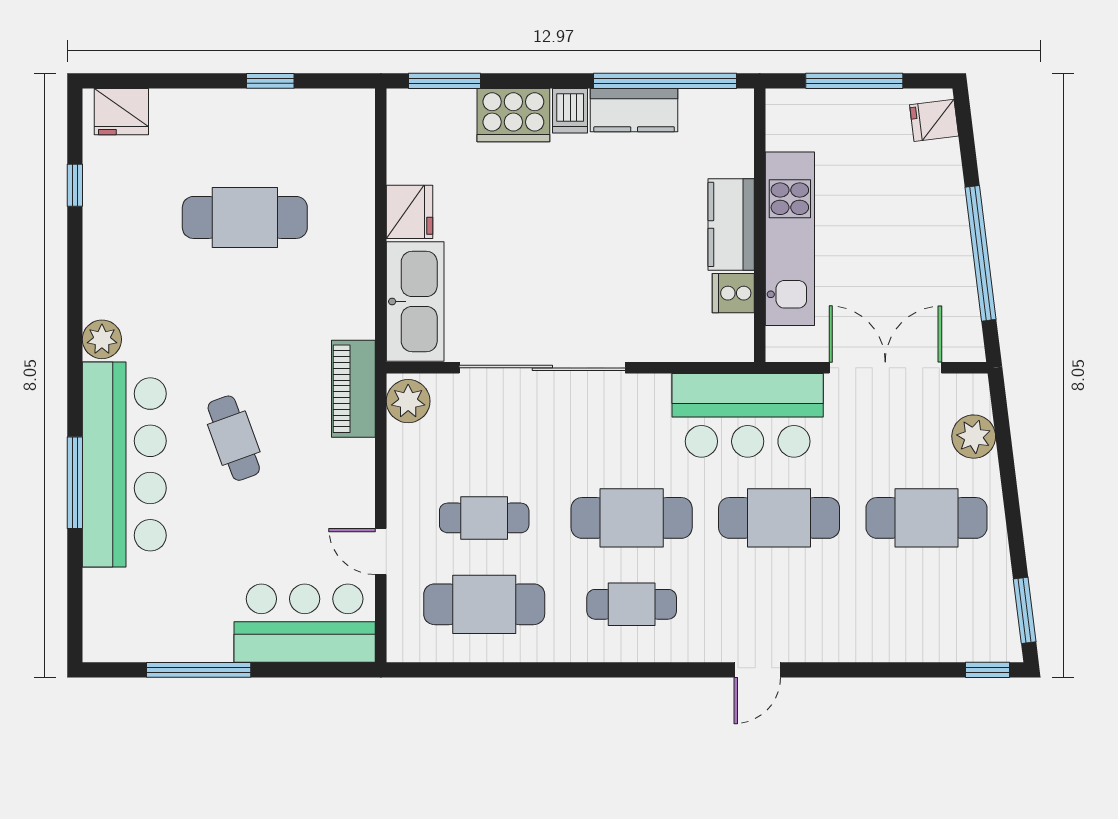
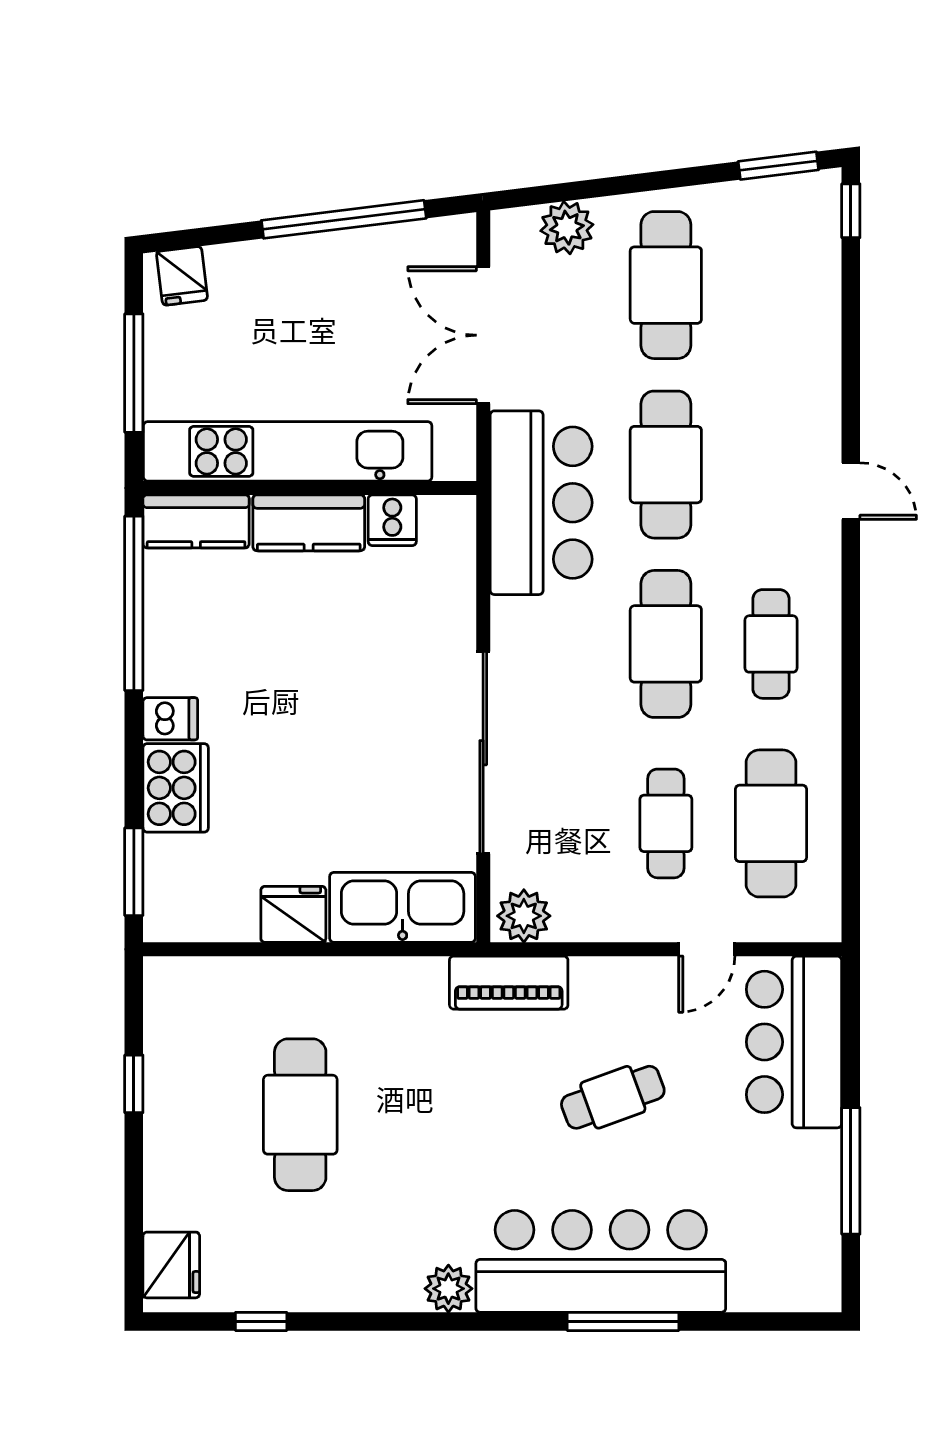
kitchen counter: (634, 110) -> (196, 521), moved, turned 90
kitchen unit: (790, 239) -> (288, 451), width x1.36
cafe table: (234, 438) -> (613, 1097), moved

